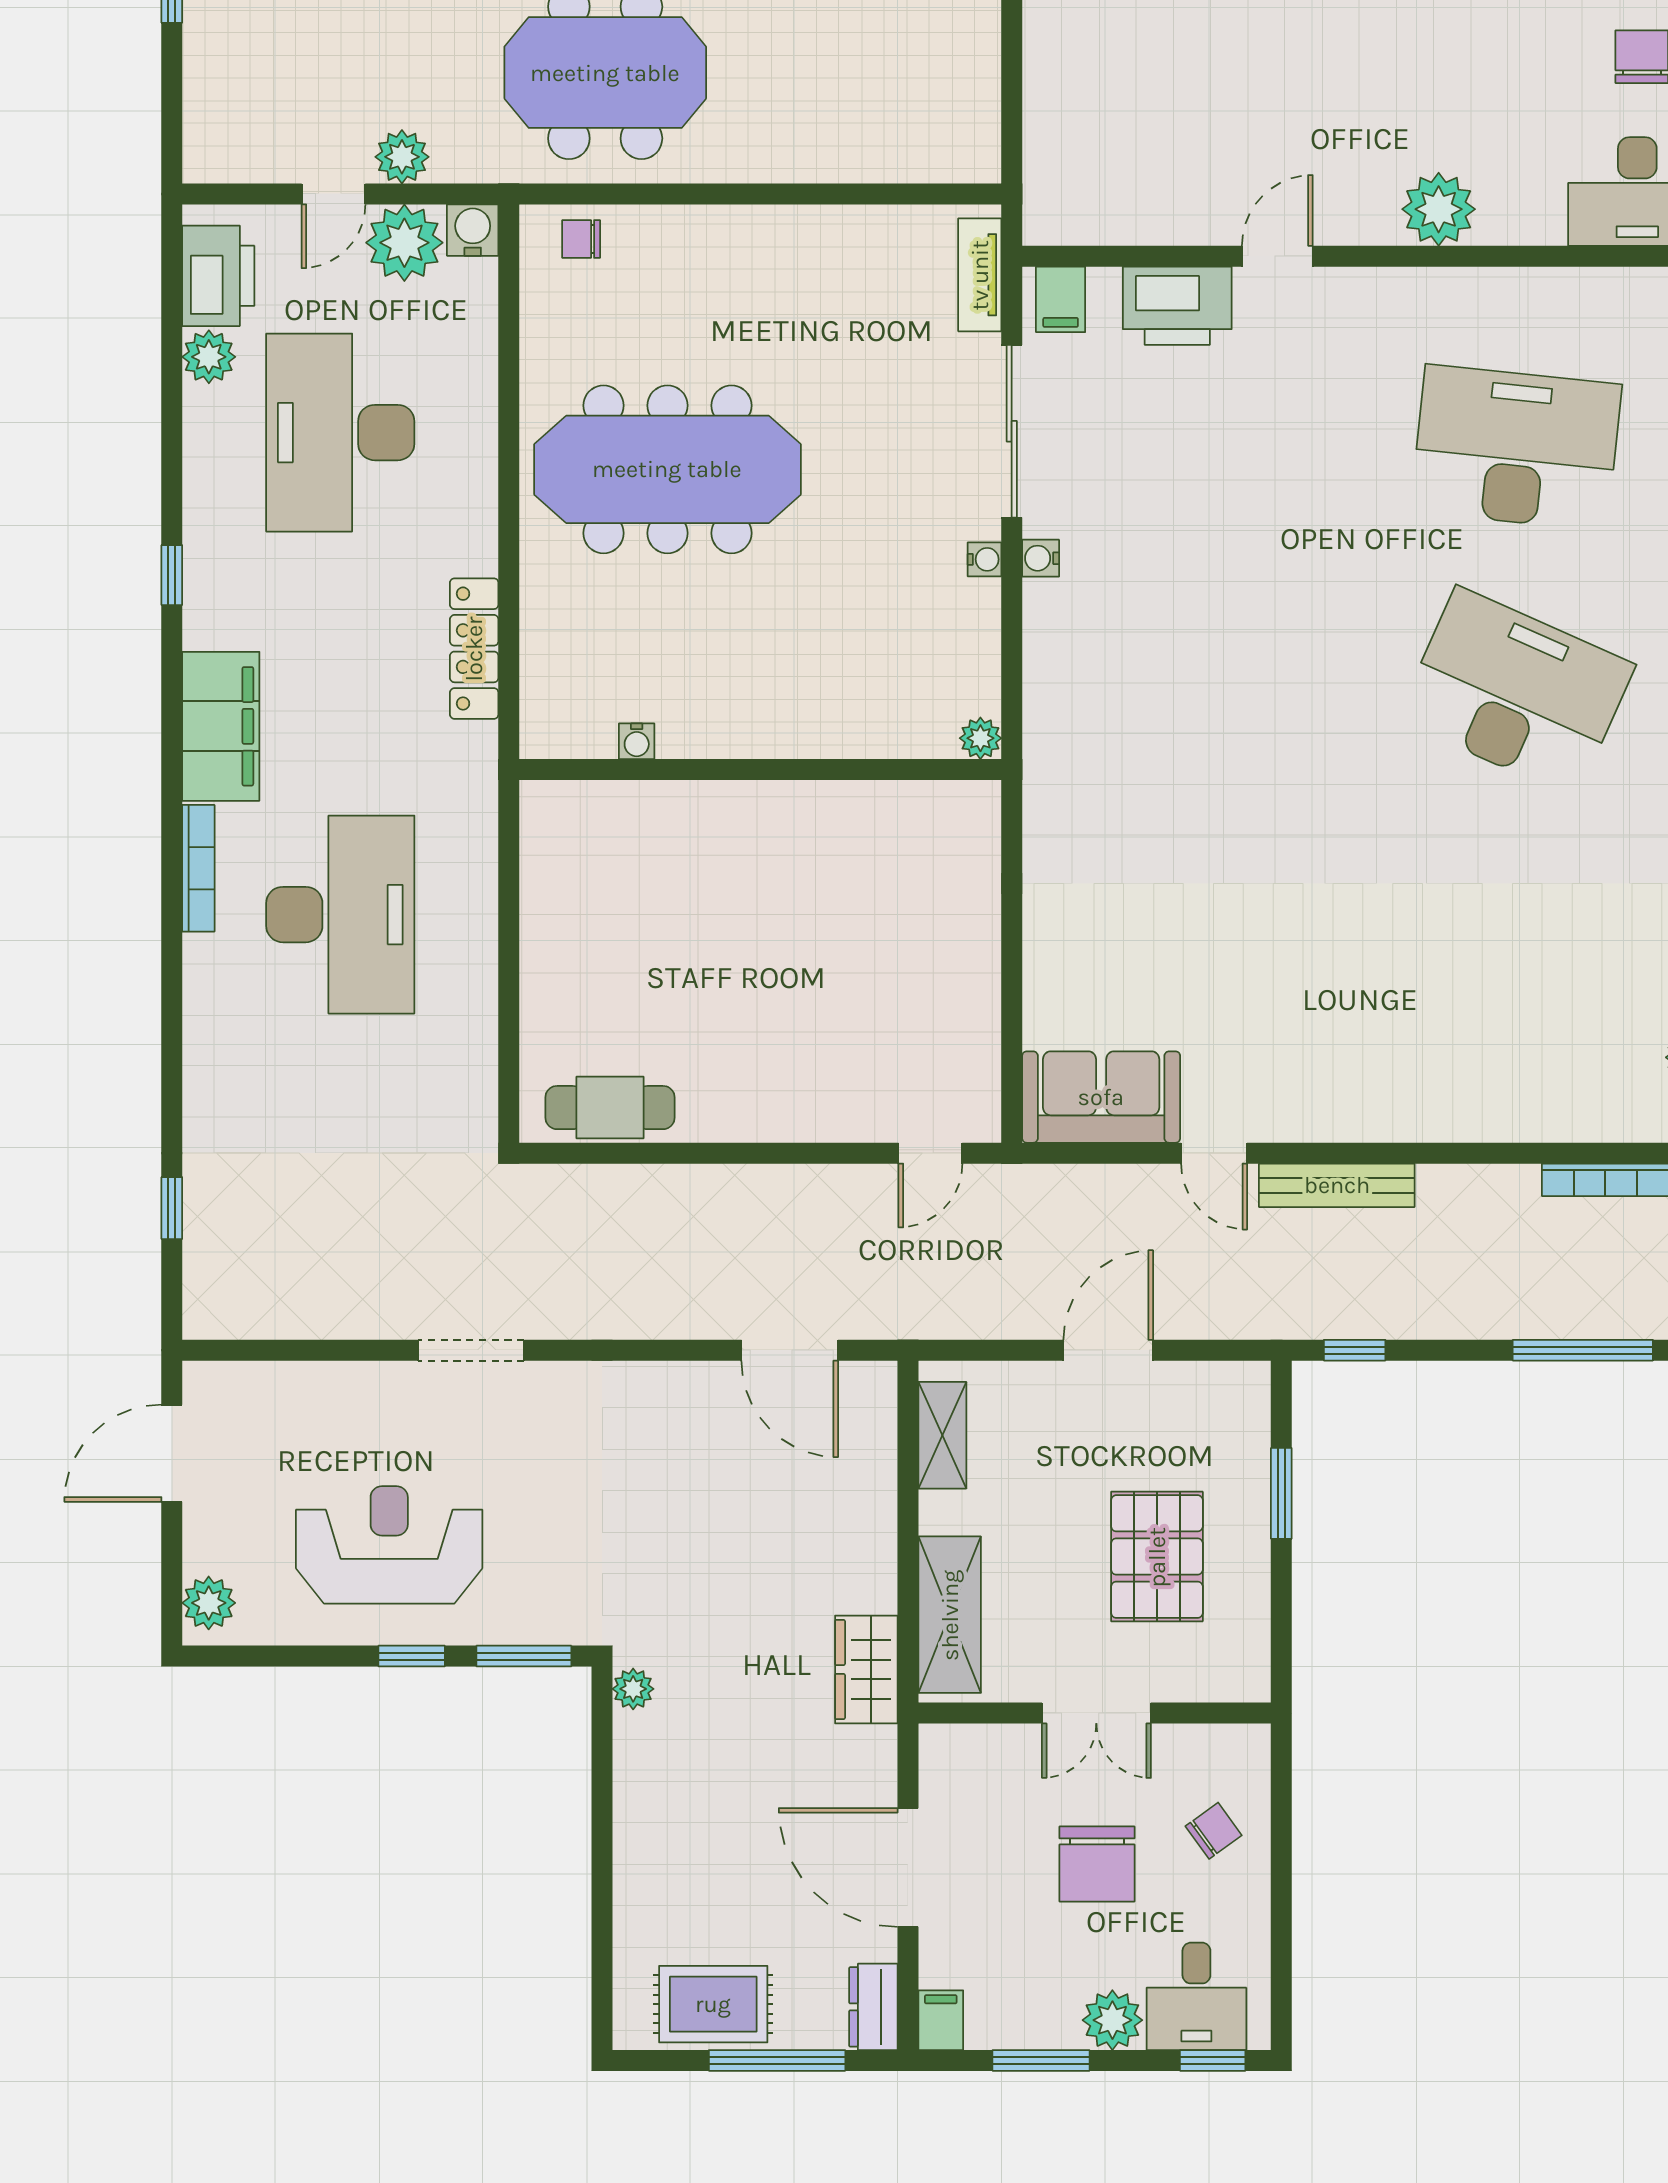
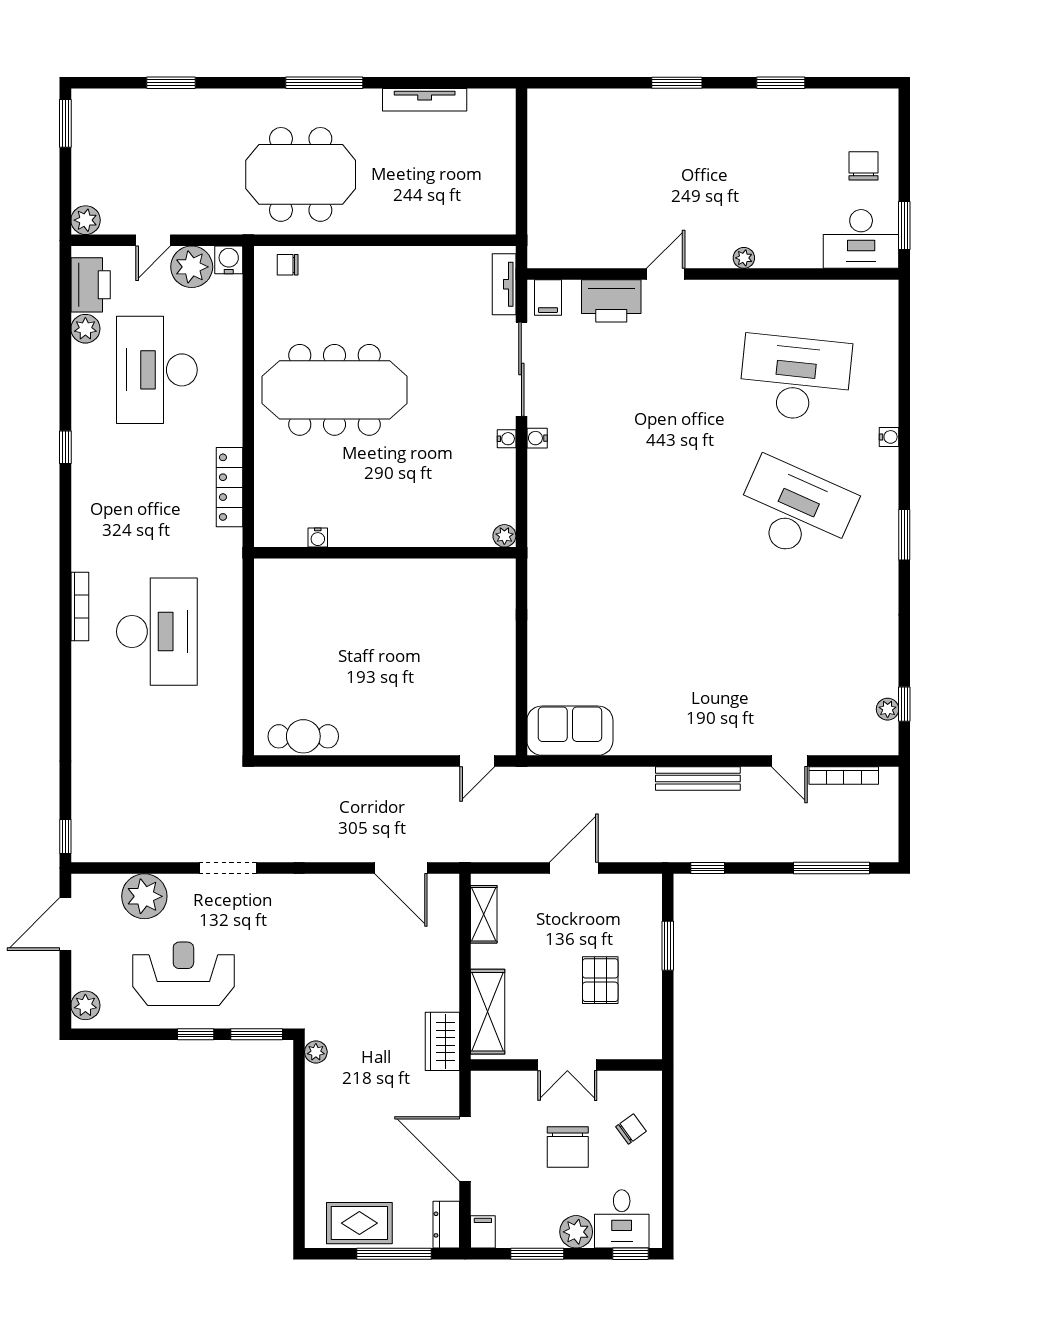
plant: (402, 157) -> (86, 220), moved
plant: (1439, 209) -> (744, 258), width x0.53, depth x0.53
filing cabinet: (221, 726) -> (92, 529), removed
door: (1214, 1153) -> (789, 761), moved
window: (172, 1208) -> (65, 837), moved
plant: (317, 1402) -> (144, 896), added
pallet: (1157, 1557) -> (600, 980), width x0.67, depth x0.71

